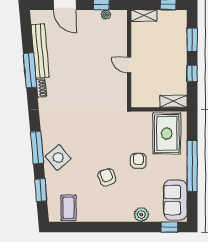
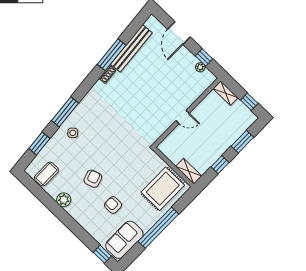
door: (129, 65) -> (183, 117), swing flipped
side table: (58, 158) -> (73, 133), width x0.54, depth x0.54
armchair: (138, 161) -> (113, 205), moved, turned -90
plant: (141, 214) -> (64, 200), moved

